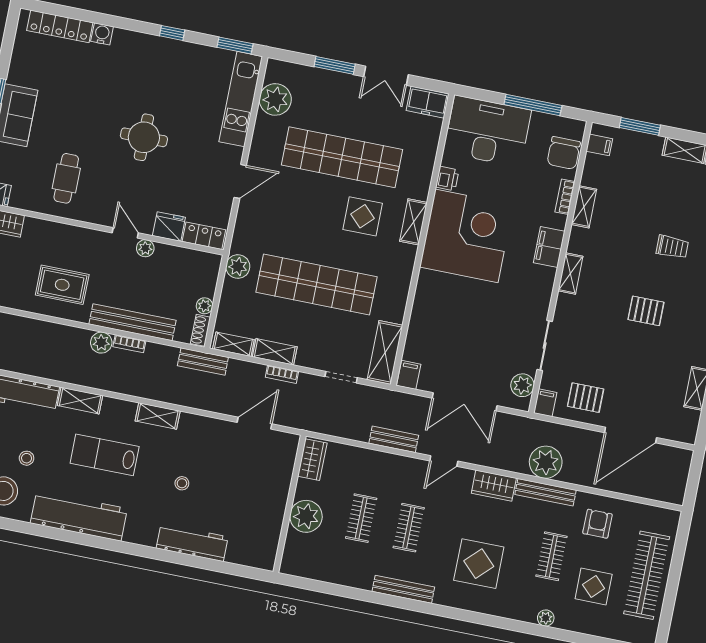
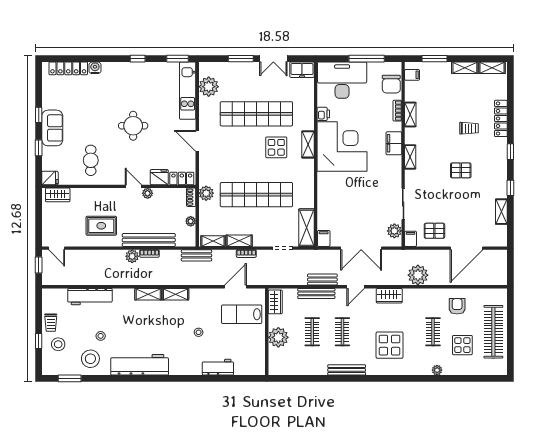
door: (240, 181) -> (197, 141), swing flipped
shoe rack: (200, 330) -> (191, 197), moved
shelving: (80, 401) -> (148, 294), moved
lab bench: (105, 455) -> (242, 314), moved
bench: (546, 492) -> (316, 293), moved
workbench: (192, 543) -> (218, 367), width x0.73

